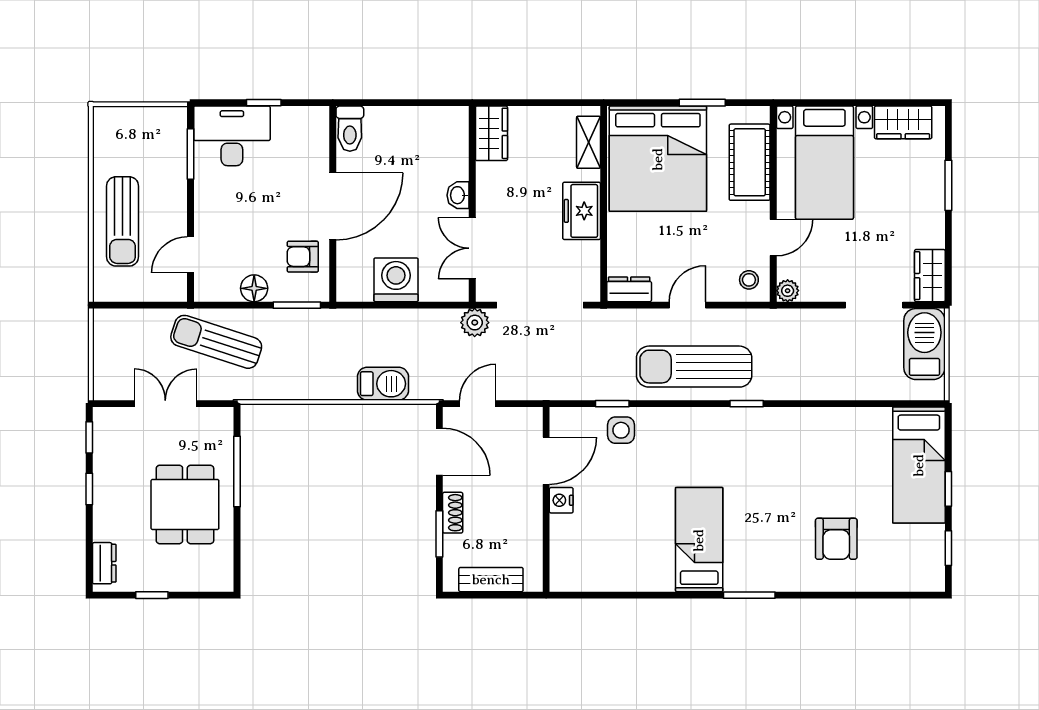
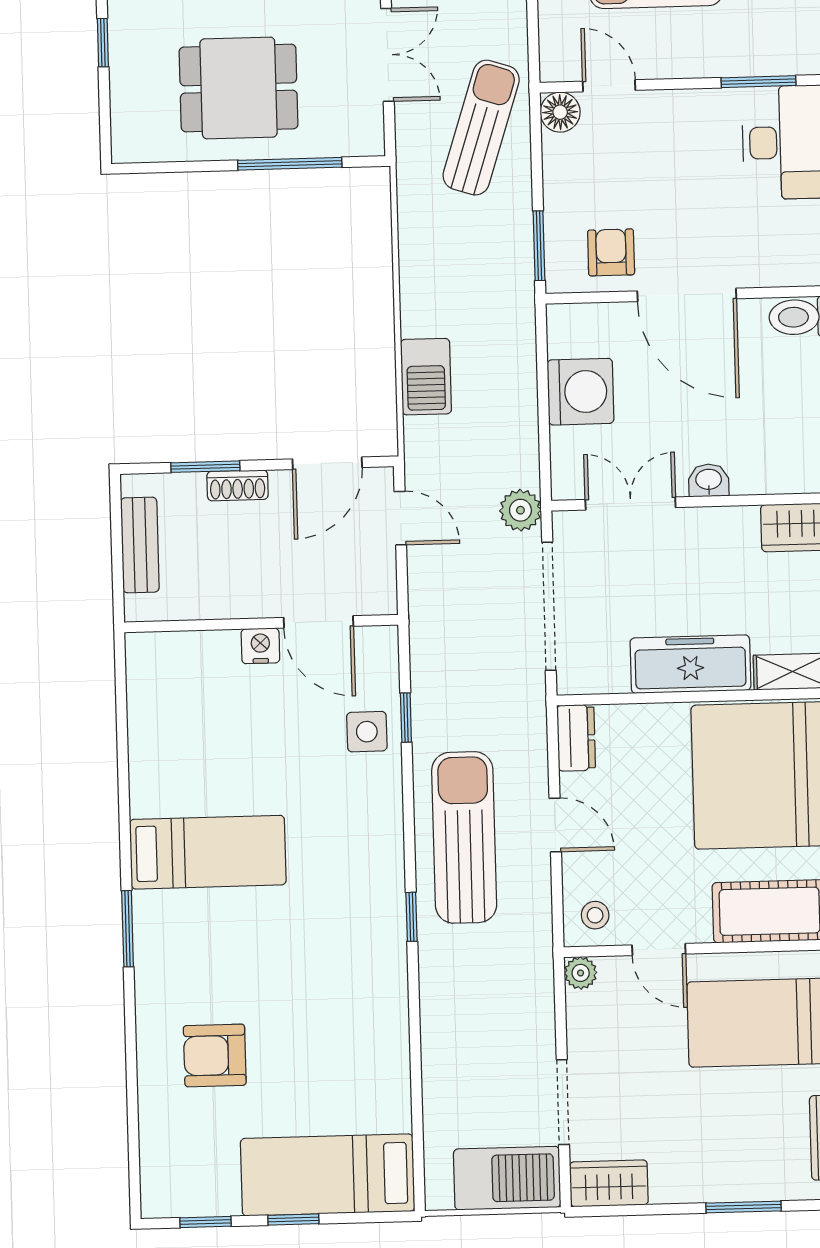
freezer: (582, 211) -> (690, 664), width x1.40
floor lamp: (254, 288) -> (560, 112), moved

